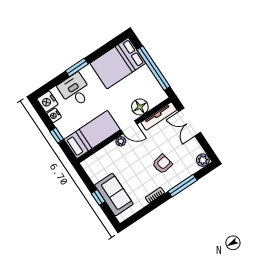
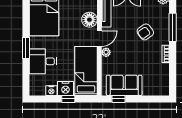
nightstand: (48, 102) -> (65, 89), moved
armchair: (162, 164) -> (145, 32), turned -115
sofa: (114, 195) -> (124, 85), moved
window: (98, 197) -> (119, 99), moved

